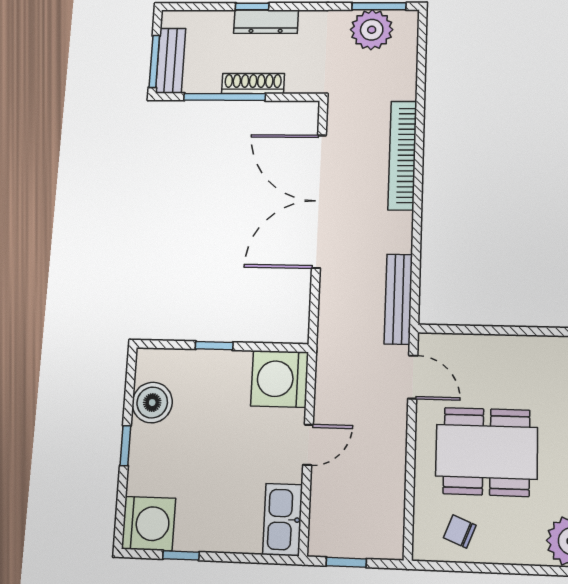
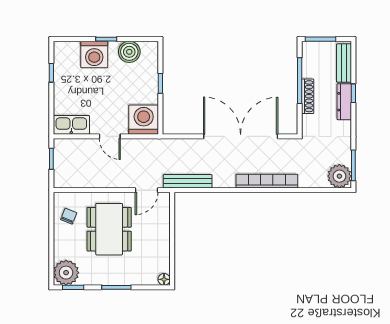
plant: (372, 30) -> (339, 176), moved
bench: (171, 61) -> (344, 63), moved, turned 90
washing machine: (149, 524) -> (94, 54), moved

